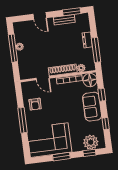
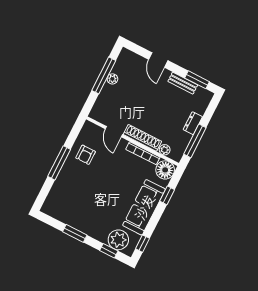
sofa: (92, 107) -> (144, 207), width x1.36
window: (106, 124) -> (143, 244), moved
corner sofa: (49, 140) -> (74, 206), removed

